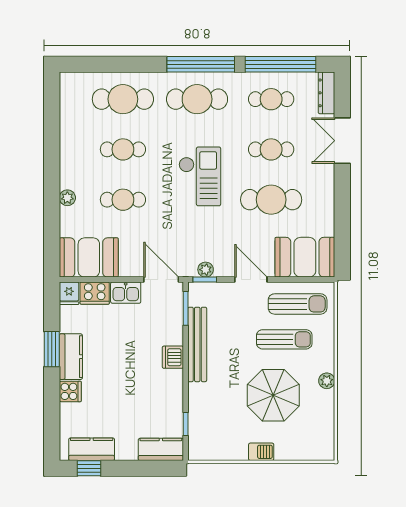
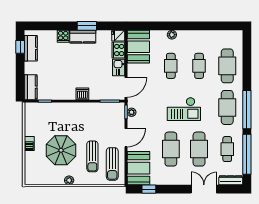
cafe table: (271, 149) -> (199, 149), width x1.37, depth x1.35
window: (342, 239) -> (149, 189), added
bench: (197, 344) -> (90, 108), removed

